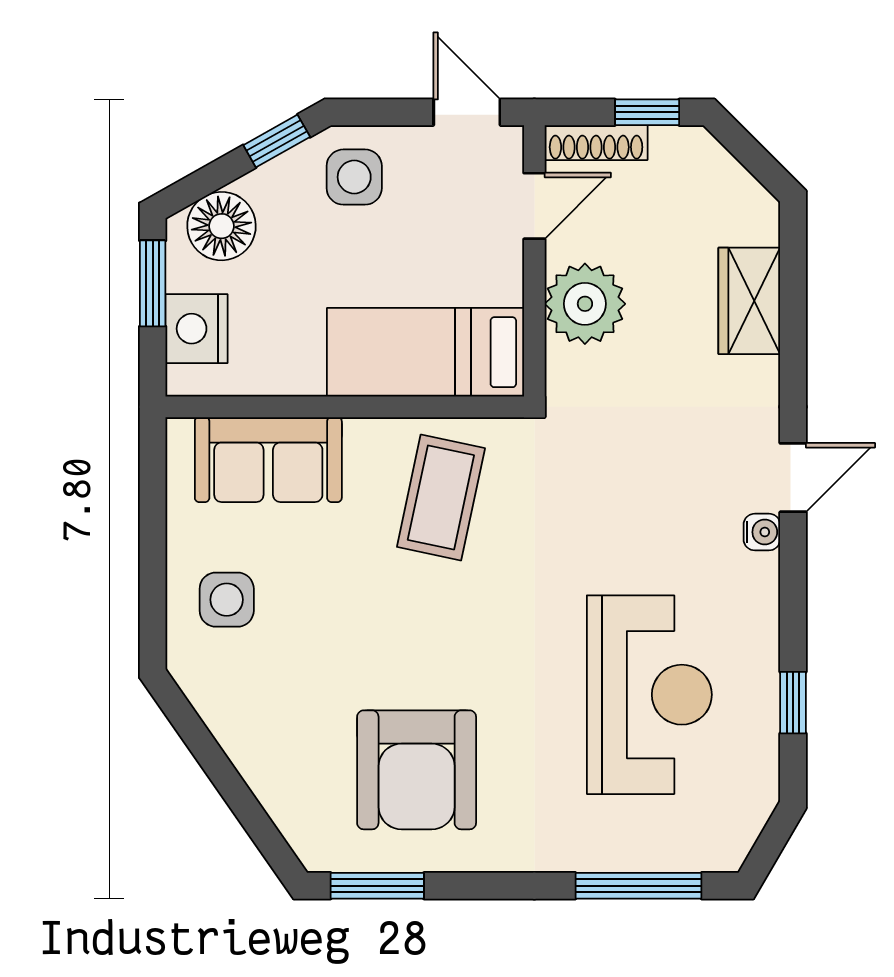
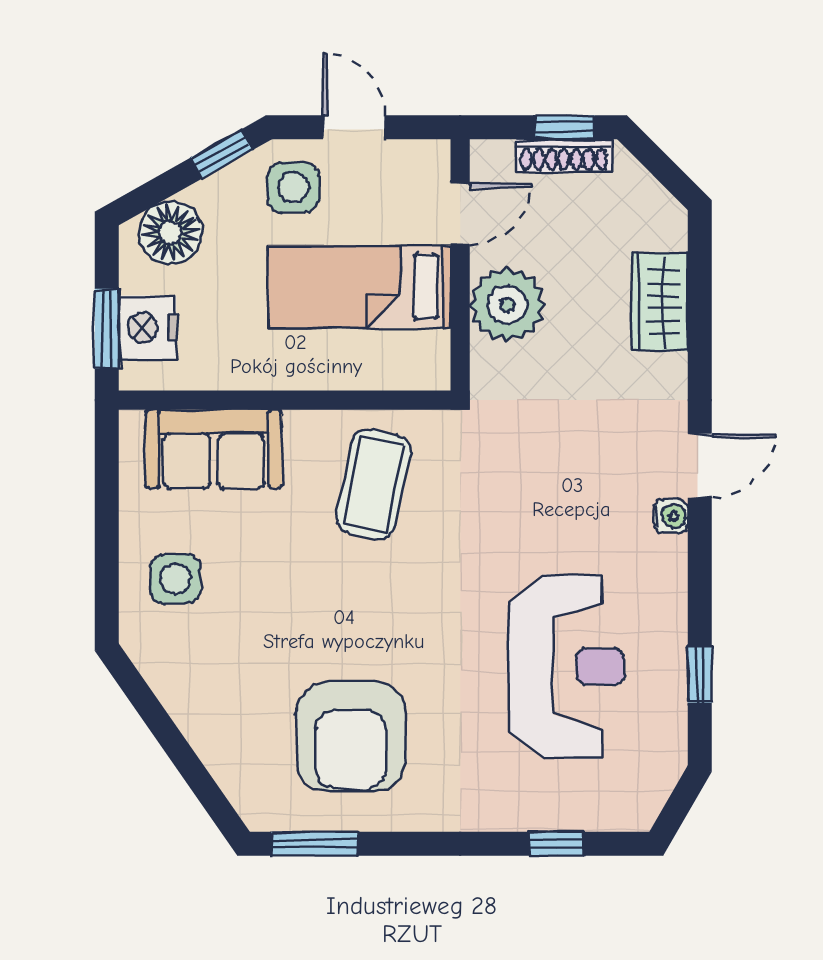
door: (467, 112) -> (354, 127), moved
shoe rack: (596, 143) -> (564, 155), moved
window: (153, 283) -> (107, 329), moved
bed: (426, 352) -> (359, 287), moved
window: (639, 886) -> (557, 844), width x0.46

